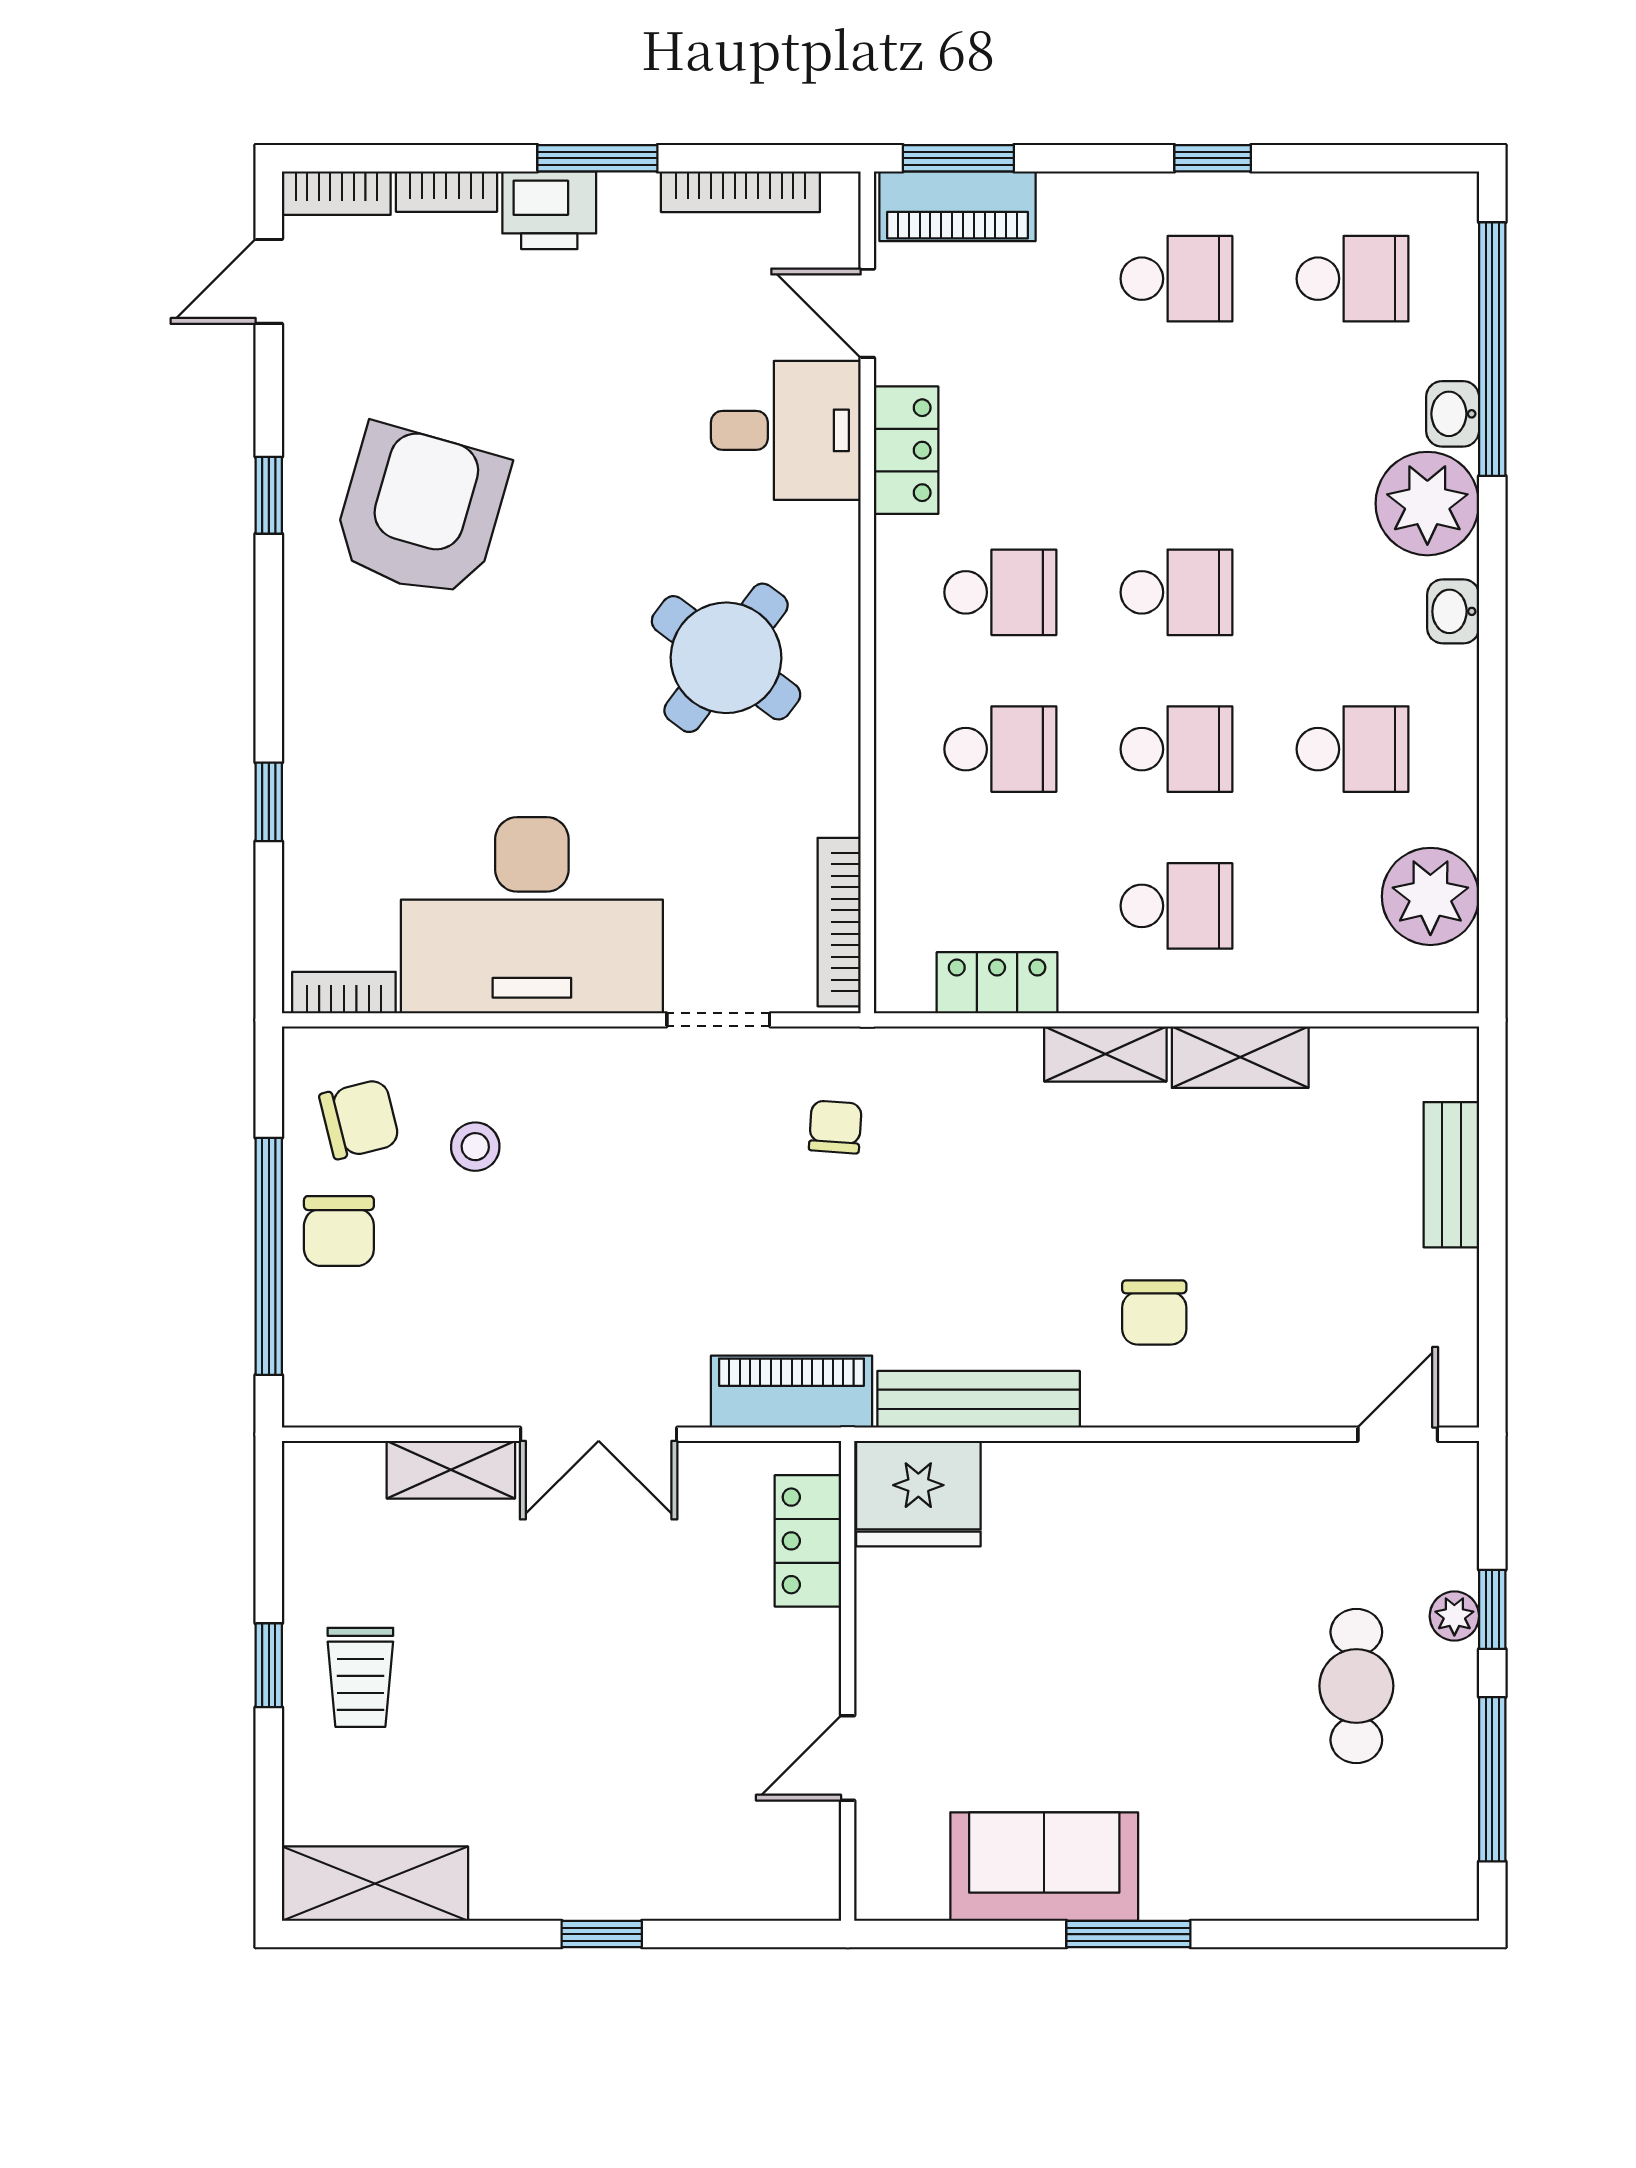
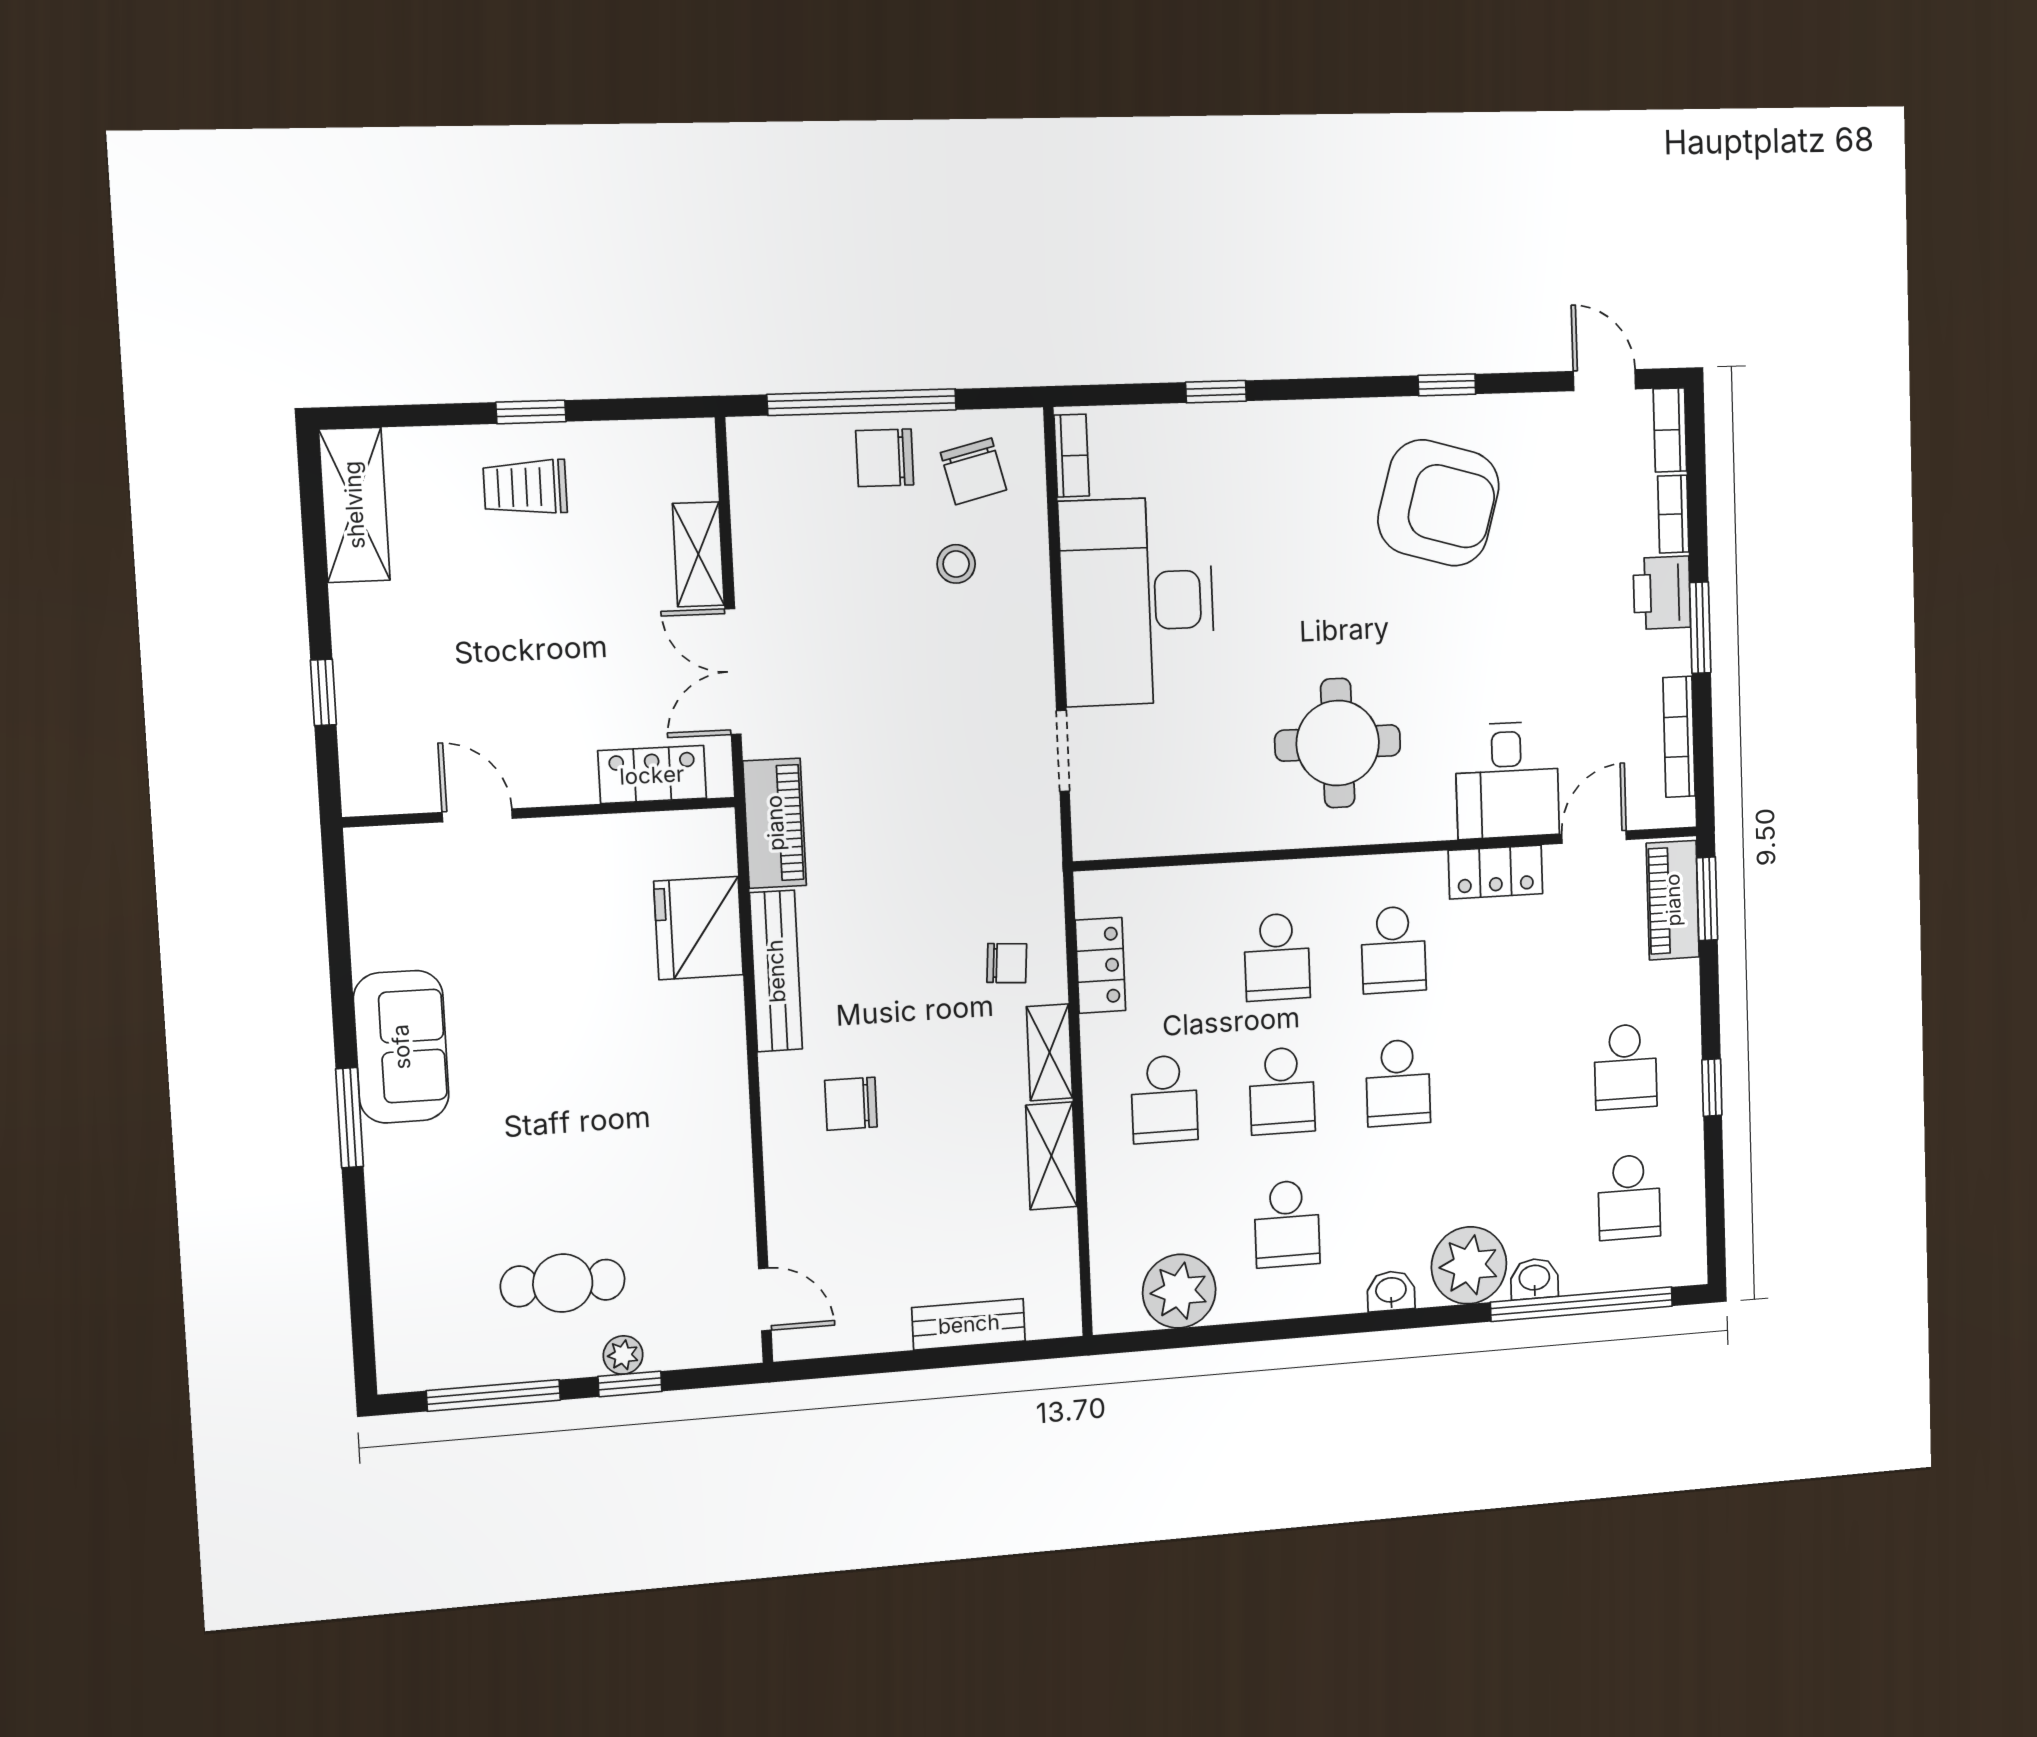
round table: (726, 658) -> (1338, 743), turned -37
bookcase: (839, 922) -> (1142, 841), removed
chair: (835, 1127) -> (1007, 963), moved
locker: (808, 1541) -> (652, 775), moved
wall: (848, 1681) -> (540, 812), moved
door: (848, 1758) -> (477, 815), moved

